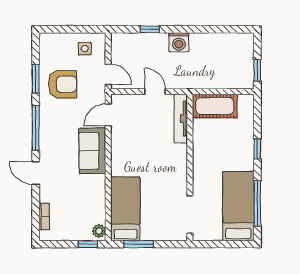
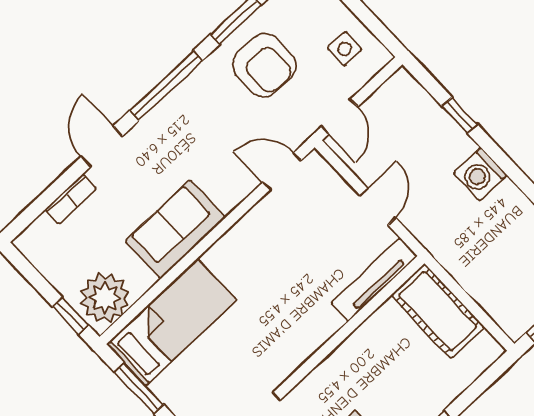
sofa: (92, 151) -> (175, 230), moved
bookcase: (44, 216) -> (71, 199), moved
plant: (99, 231) -> (105, 298), width x1.88, depth x1.88

